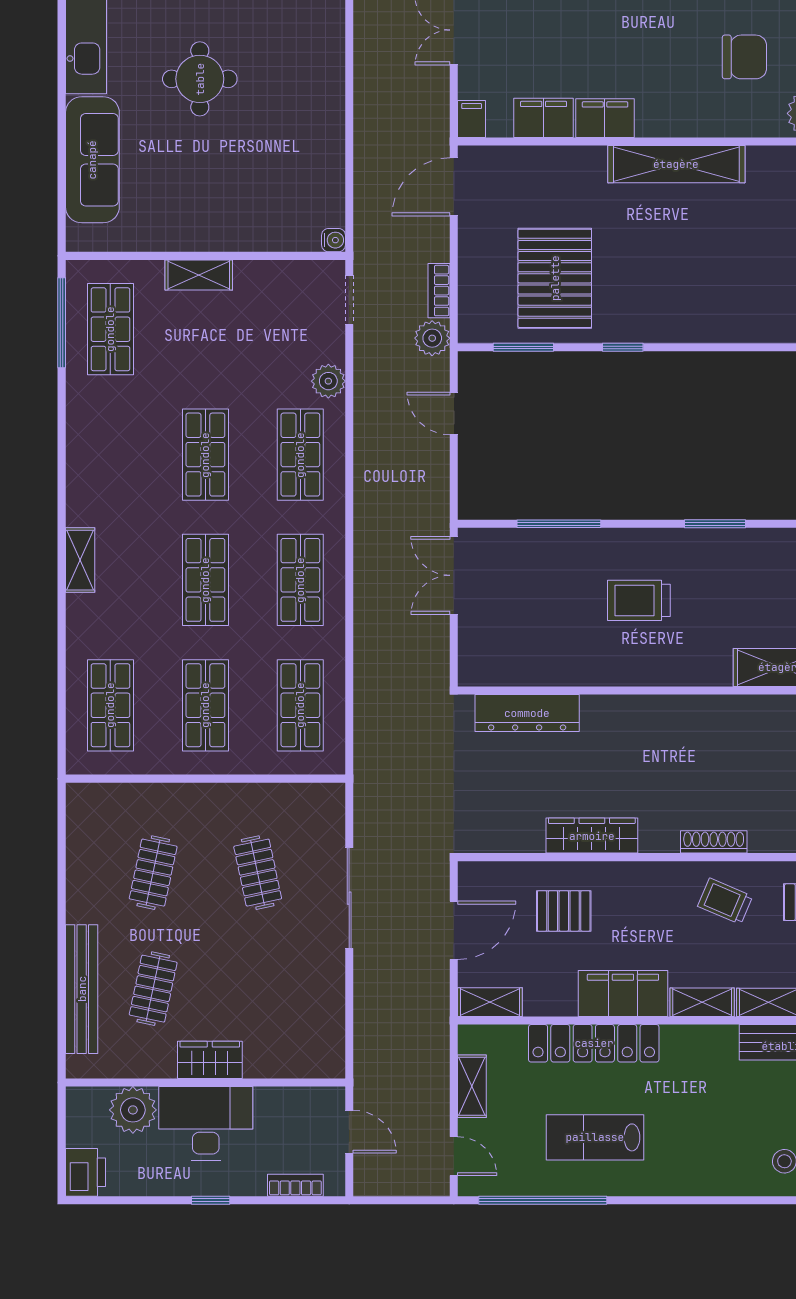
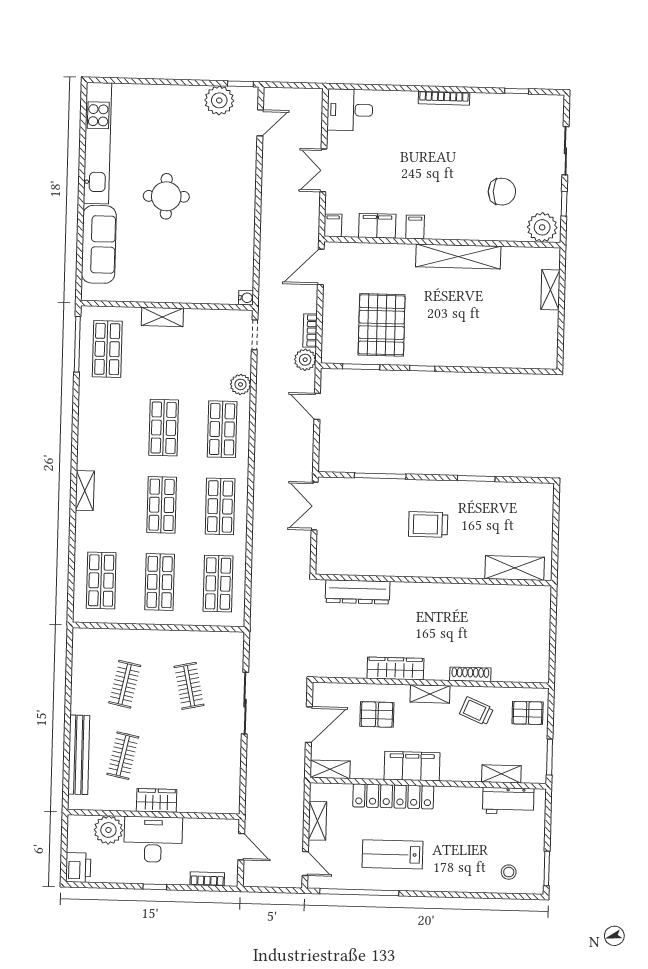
filing cabinet: (605, 118) -> (415, 227), width x0.50
shelving: (702, 1002) -> (430, 694), moved

